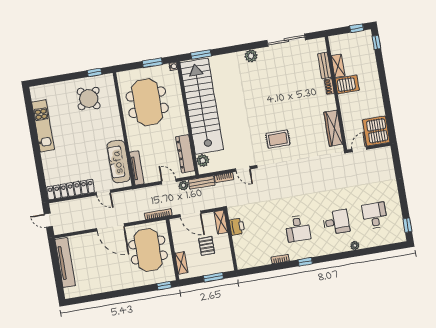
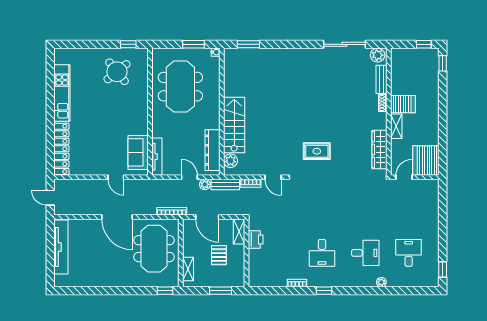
plant: (251, 56) -> (378, 55), moved
shelving: (338, 66) -> (396, 126), moved
stairs: (202, 106) -> (234, 125), width x0.54, depth x0.66
sofa: (119, 162) -> (138, 152), width x0.73
locker: (71, 190) -> (61, 149), moved, turned 90

